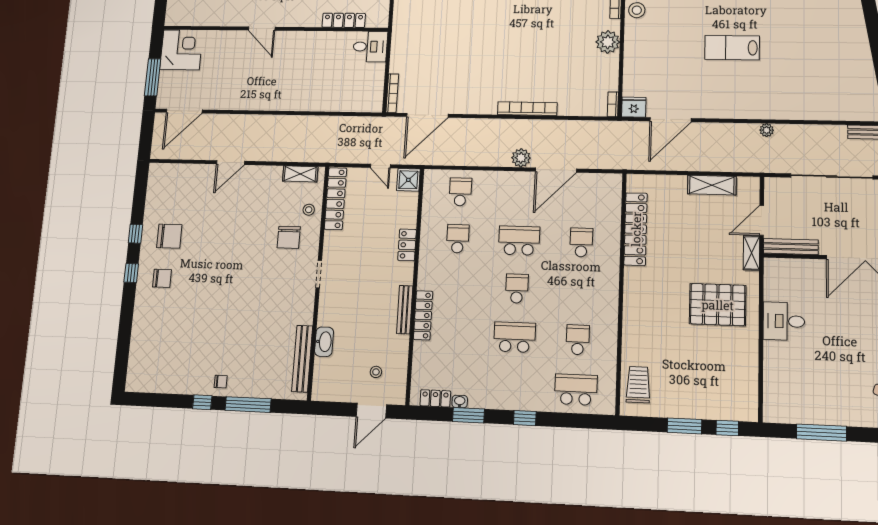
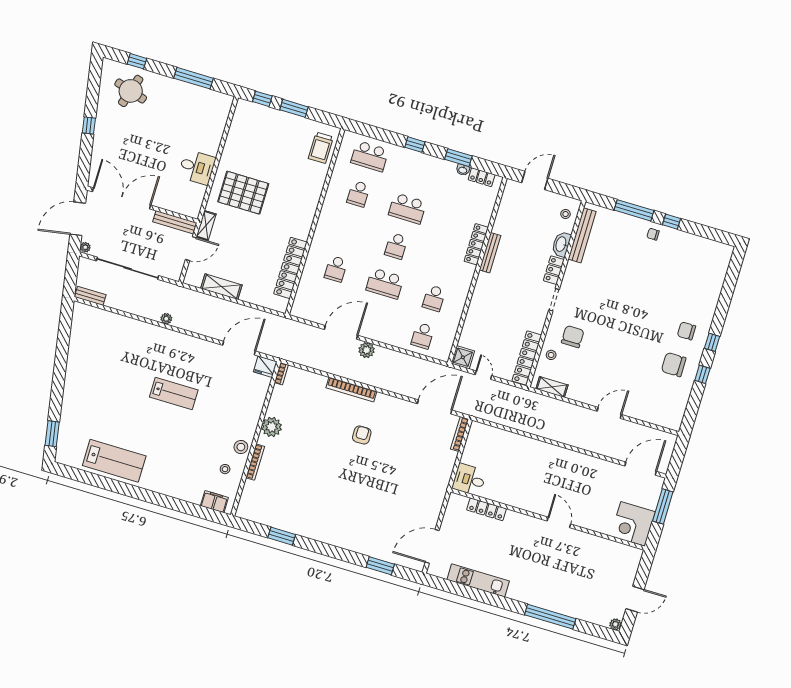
armchair: (502, 62) -> (362, 435), added
locker: (407, 245) -> (554, 270), moved, turned 180
stool: (376, 372) -> (566, 214), moved

